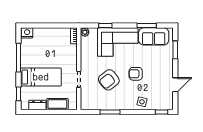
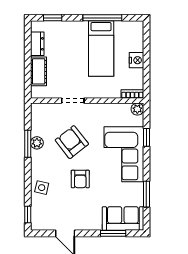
nightstand: (27, 33) -> (136, 60), moved
sofa: (154, 36) -> (123, 219), moved, turned 90
armchair: (136, 74) -> (80, 179), turned 180
bed: (41, 77) -> (101, 49), moved
plant: (109, 105) -> (37, 143), added

